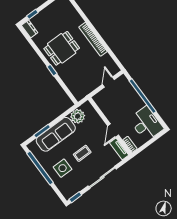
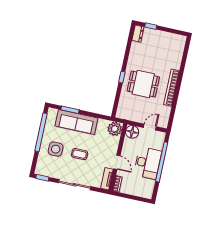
dining table: (62, 48) -> (143, 84), moved
floor lamp: (100, 99) -> (132, 132), added
plant: (78, 116) -> (115, 129), moved
desk: (146, 124) -> (148, 163), moved
door: (113, 130) -> (117, 162), swing flipped

